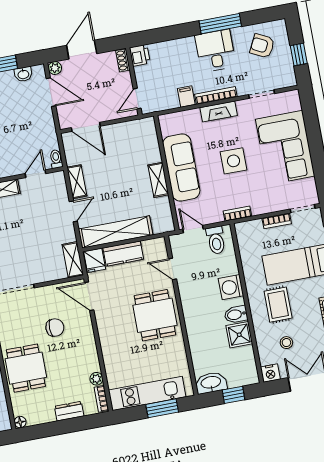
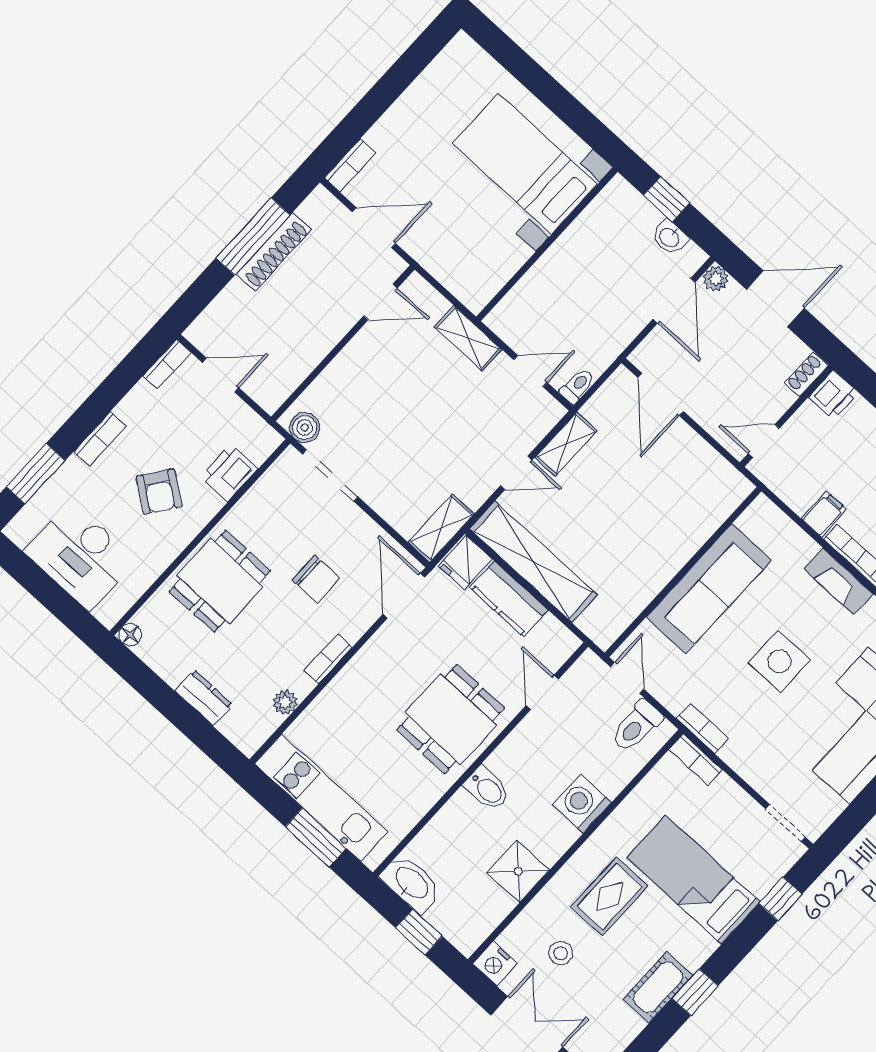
shelving: (158, 180) -> (663, 568), removed
bookcase: (277, 221) -> (696, 760), moved
bidet: (236, 314) -> (487, 789), moved, turned 180
bookcase: (101, 399) -> (328, 659), moved

